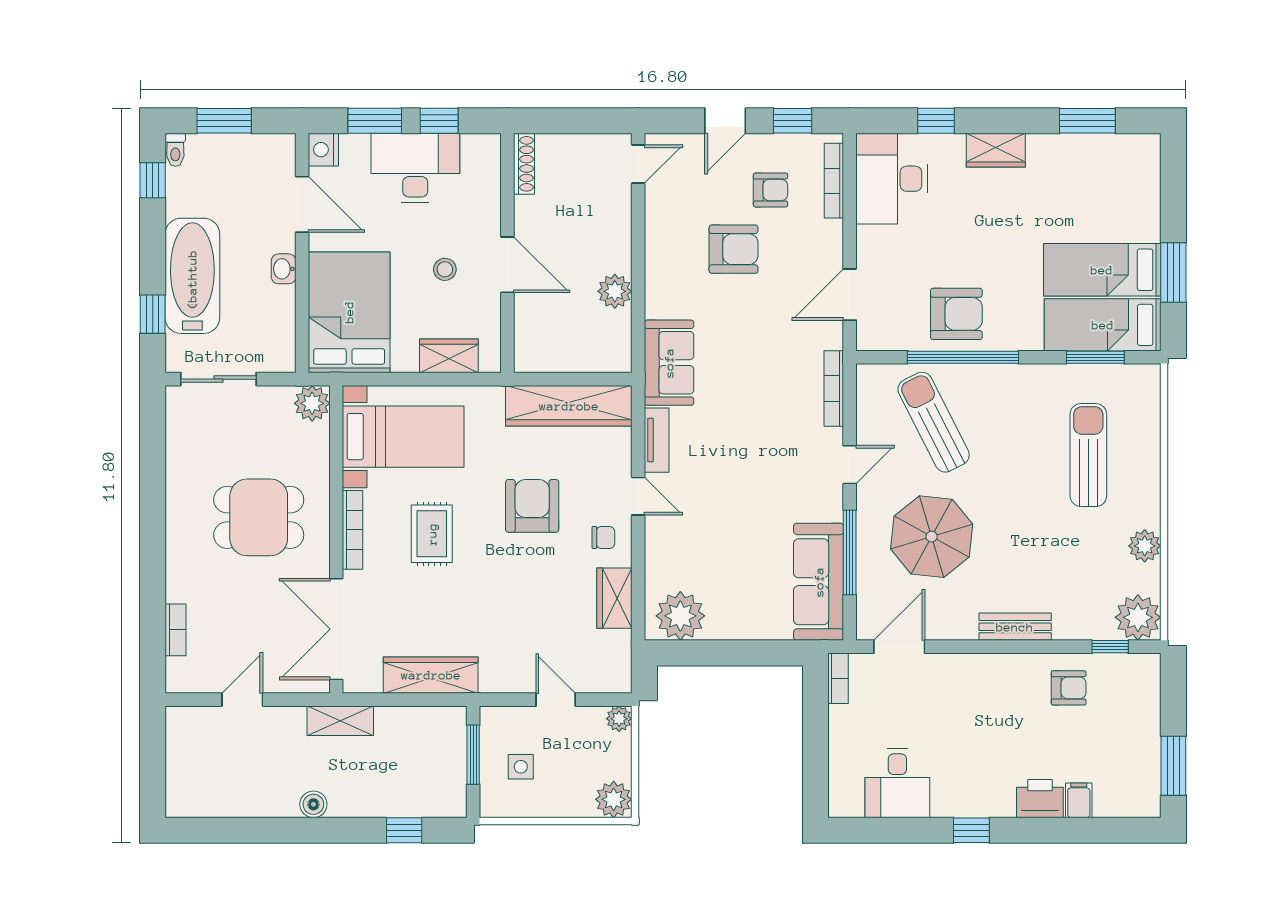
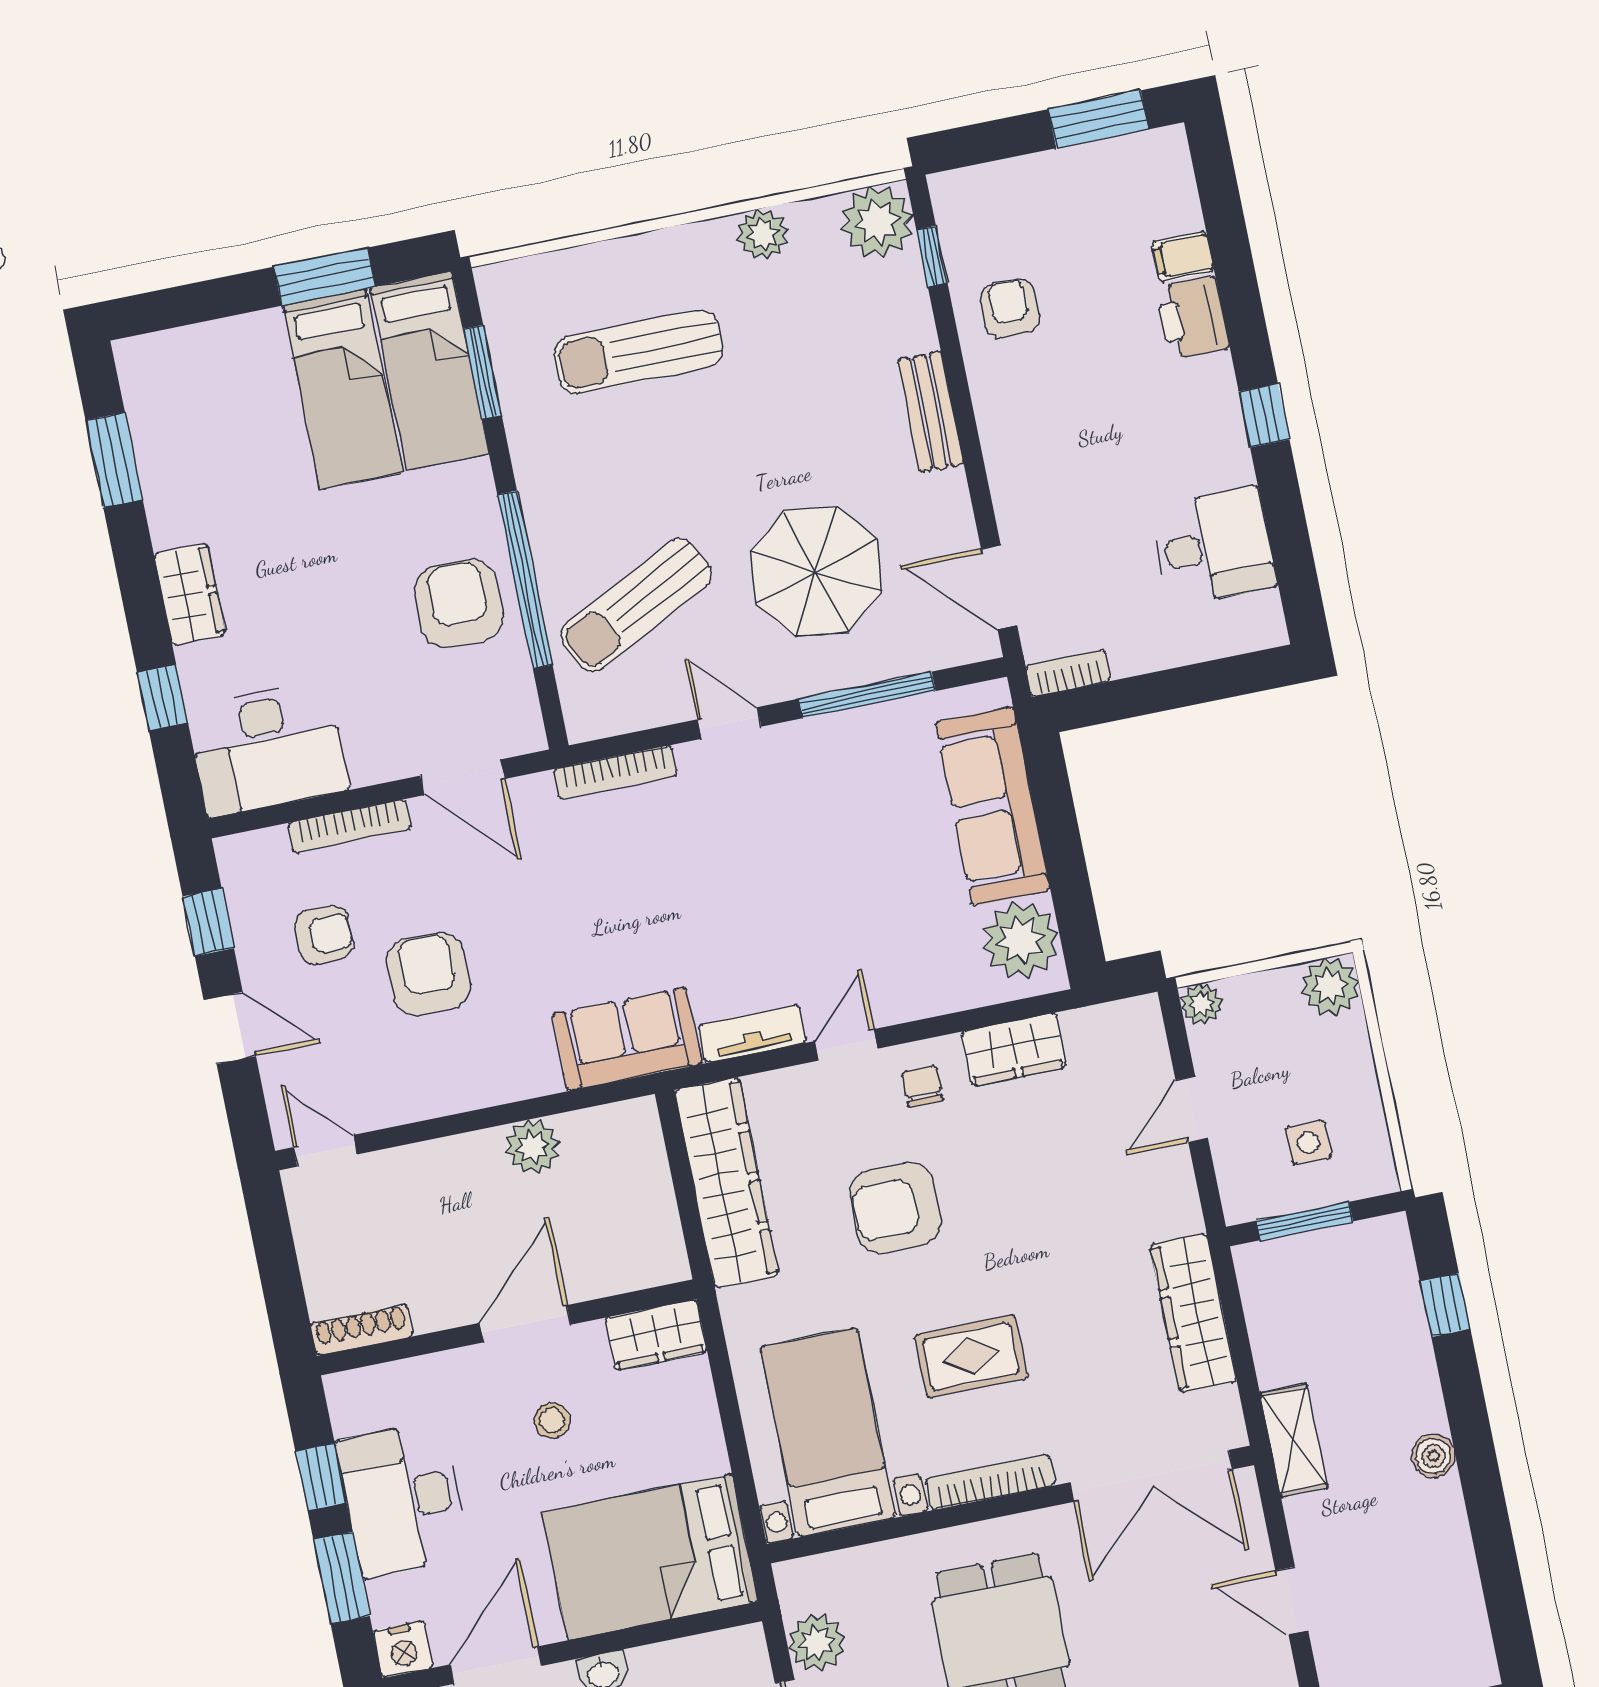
bookcase: (834, 181) -> (349, 826), moved
armchair: (771, 190) -> (324, 935), turned 90
wardrobe: (449, 356) -> (656, 1335), moved, turned -90
plant: (312, 403) -> (816, 1642), moved
sofa: (819, 582) -> (993, 806), moved, turned 90

